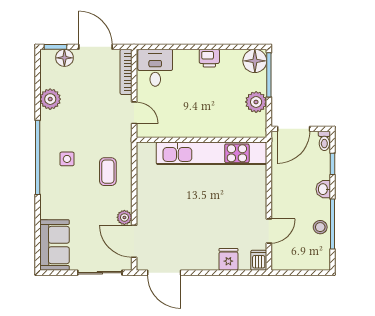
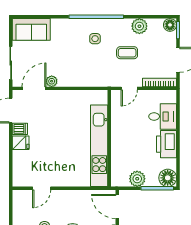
floor lamp: (64, 58) -> (170, 25), moved
printer: (209, 58) -> (167, 144), width x1.87, depth x1.48
desk: (155, 68) -> (163, 116), moved
coffee table: (108, 172) -> (127, 53), moved
door: (269, 231) -> (42, 188), hinge flipped
fridge: (228, 259) -> (21, 143), moved
dishwasher: (259, 260) -> (20, 129), moved

